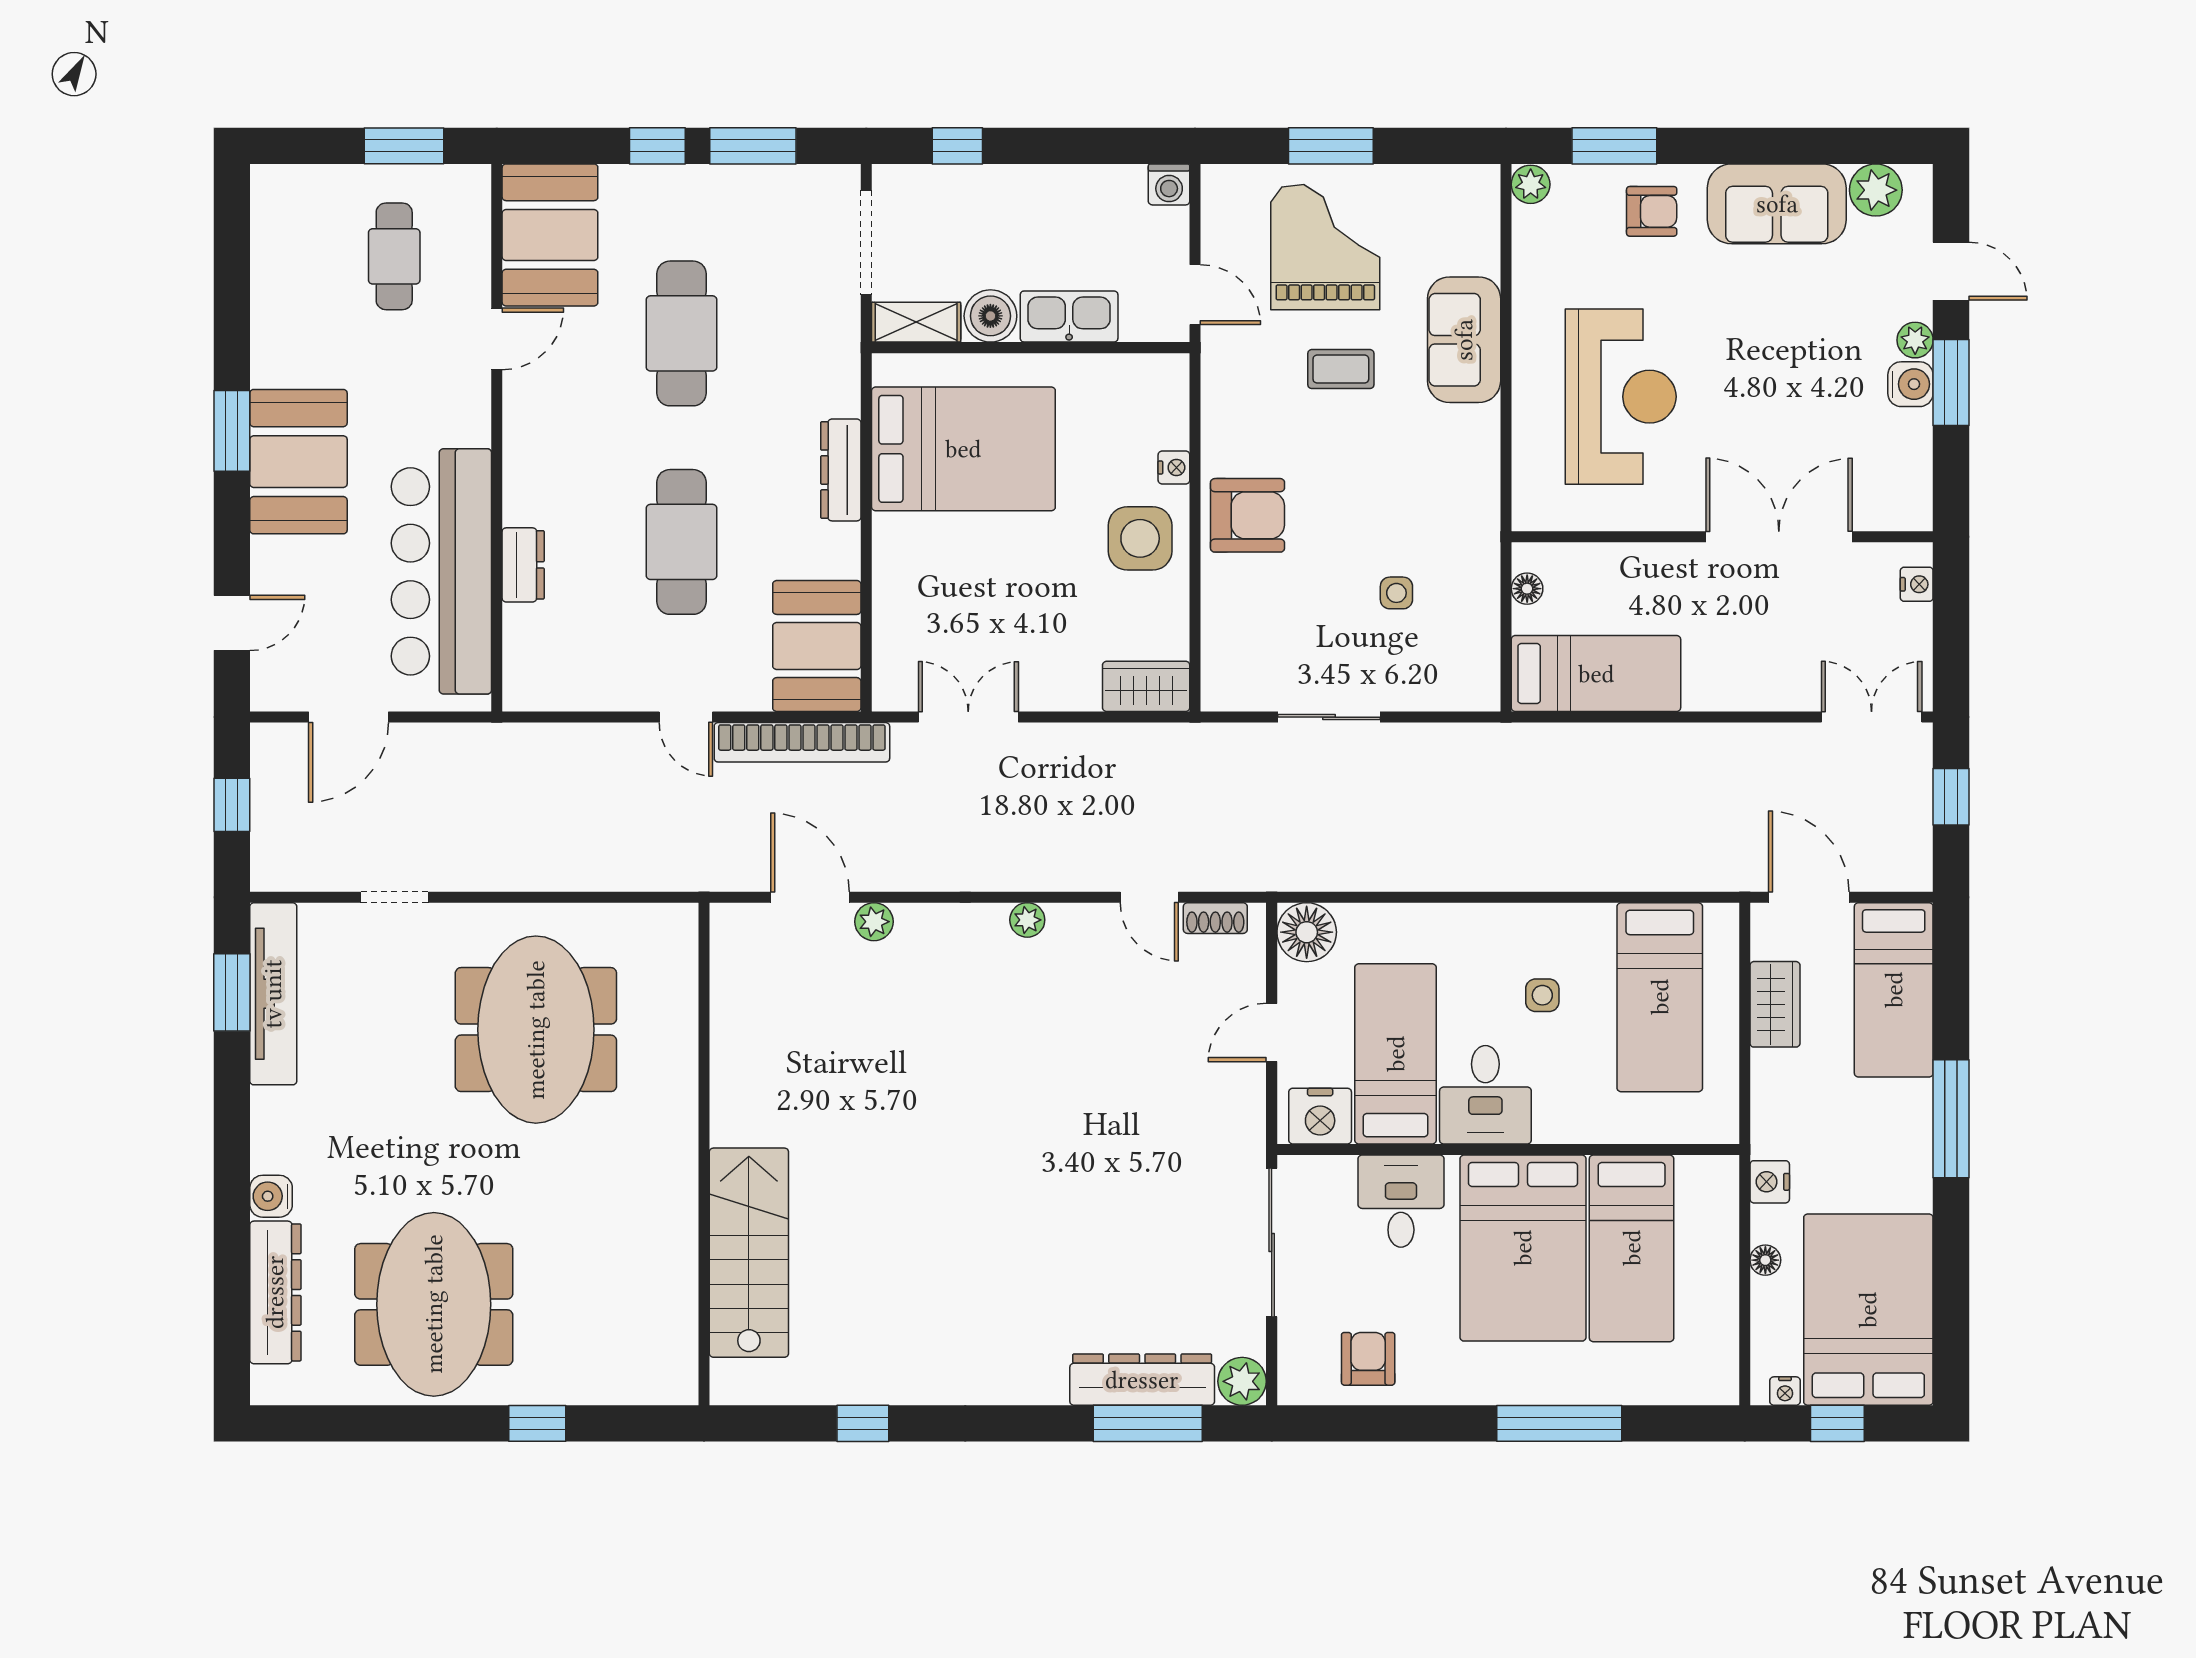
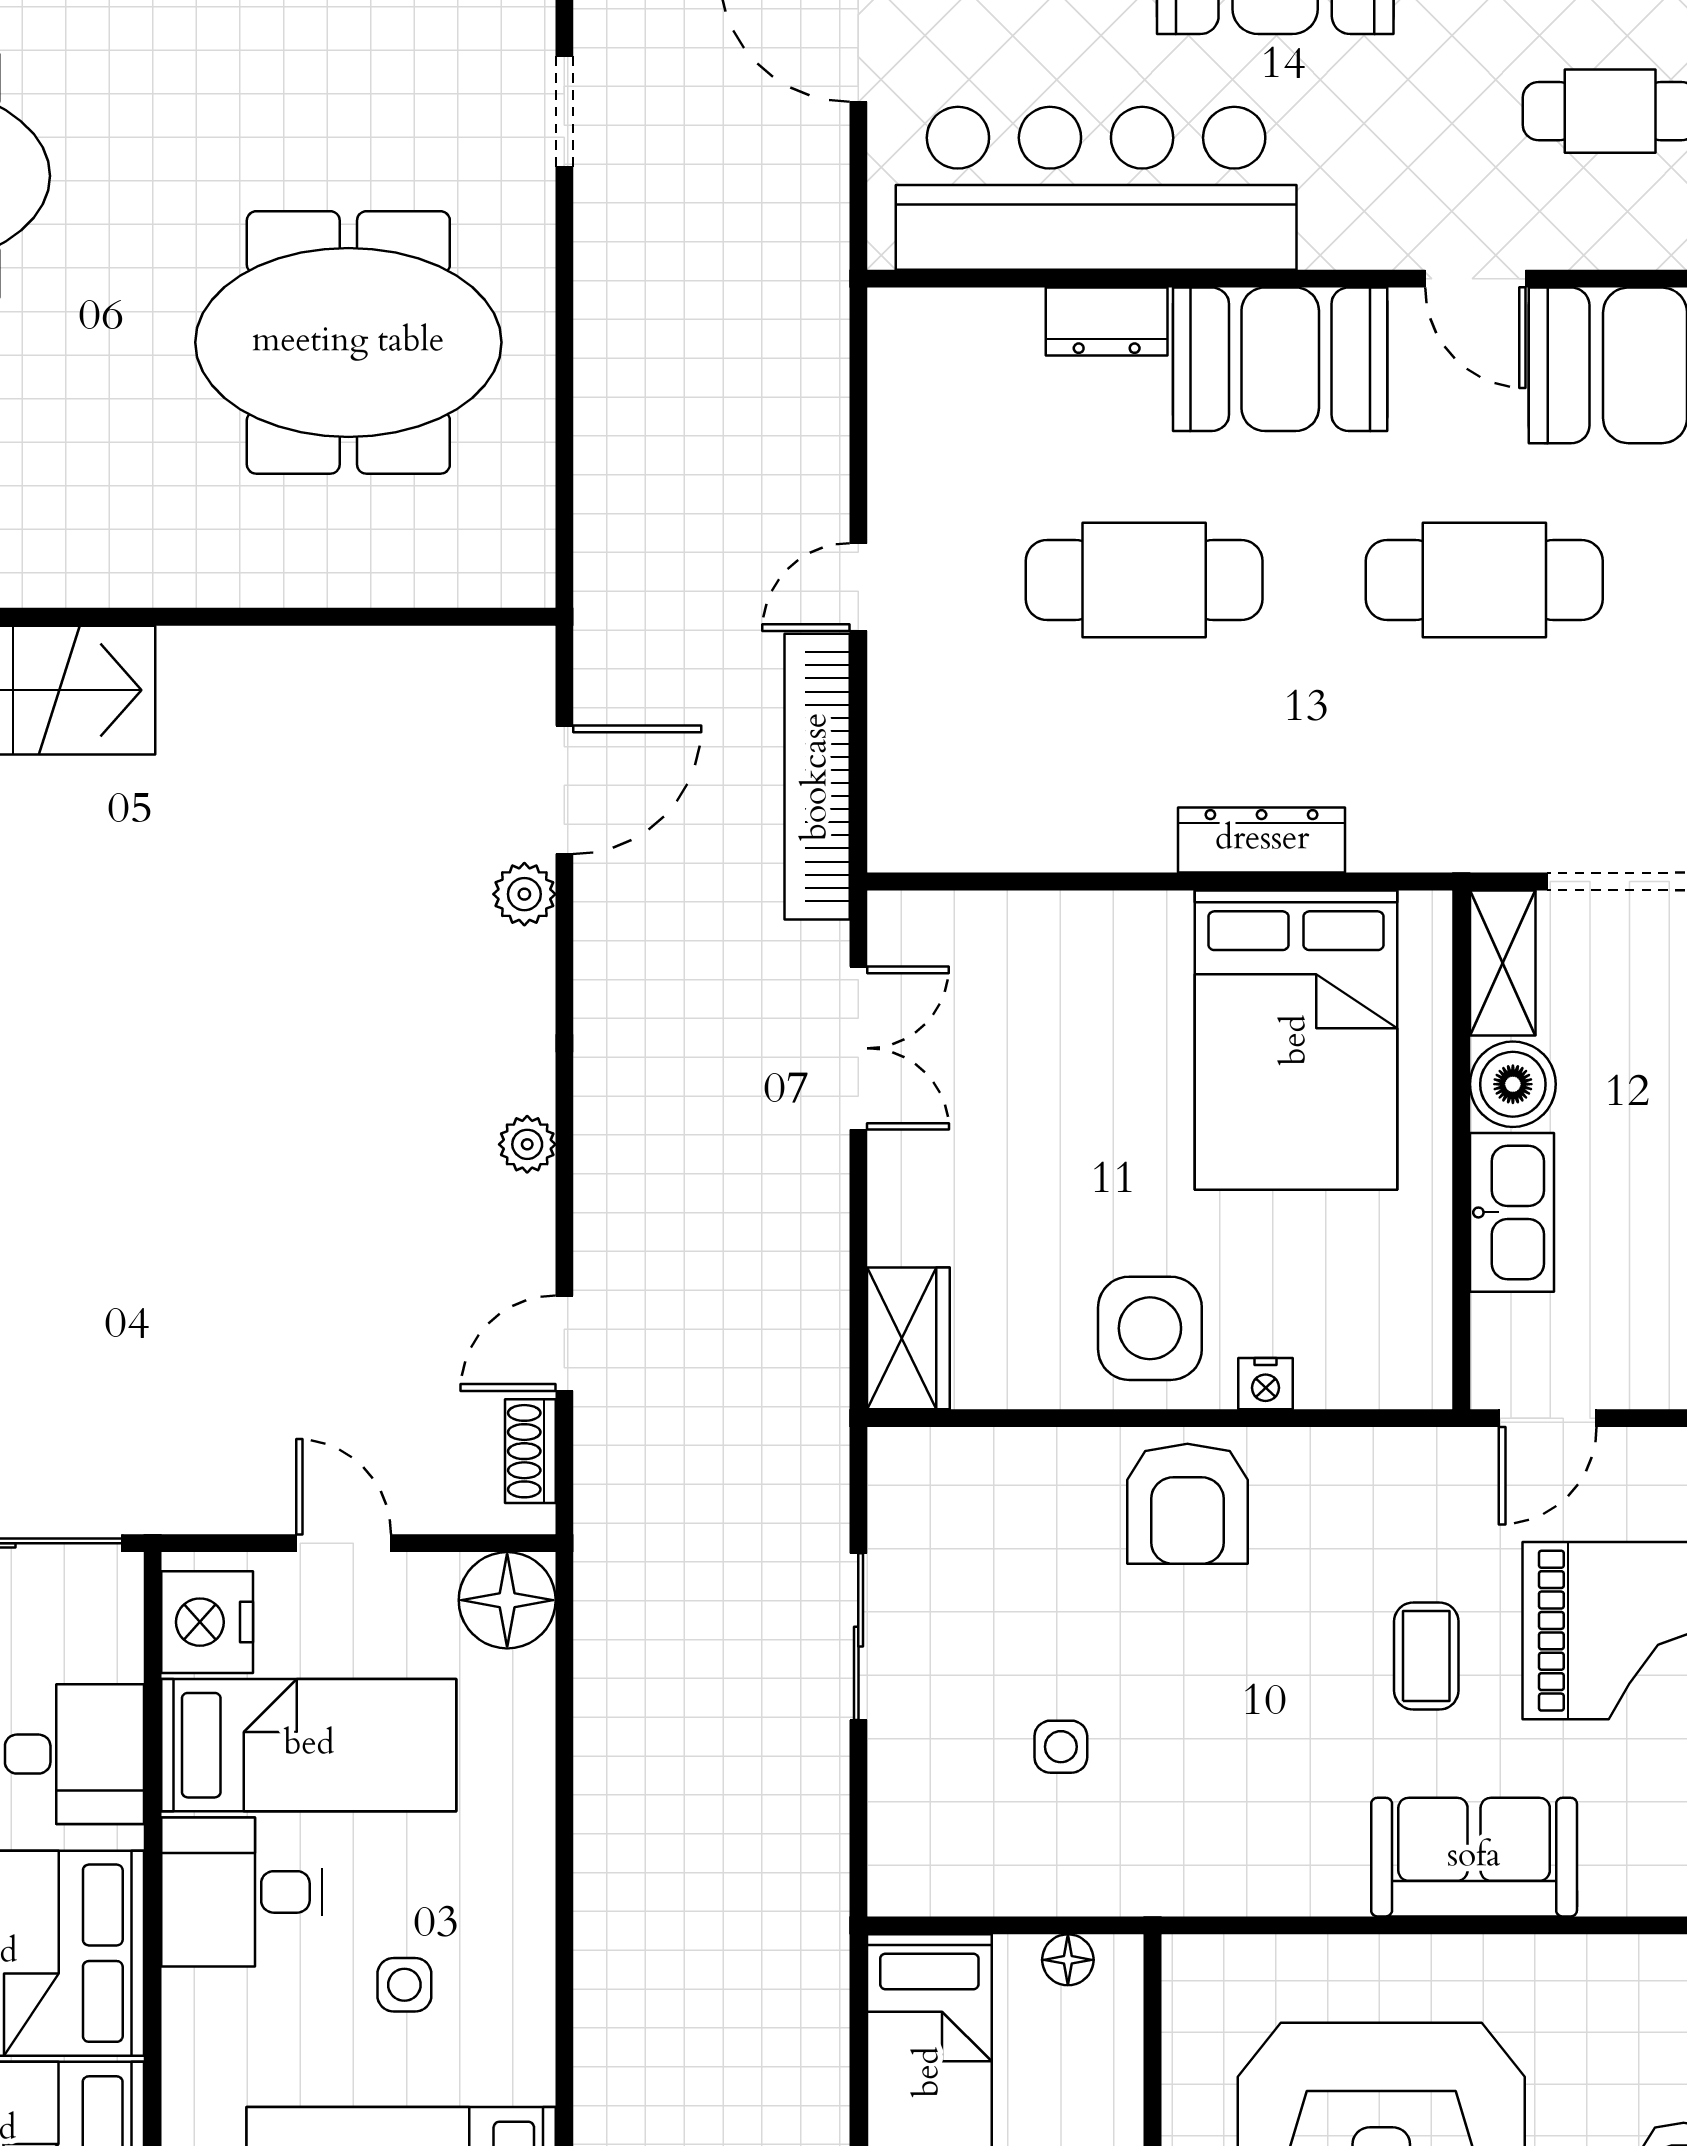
booth: (817, 646) -> (1280, 359), moved

